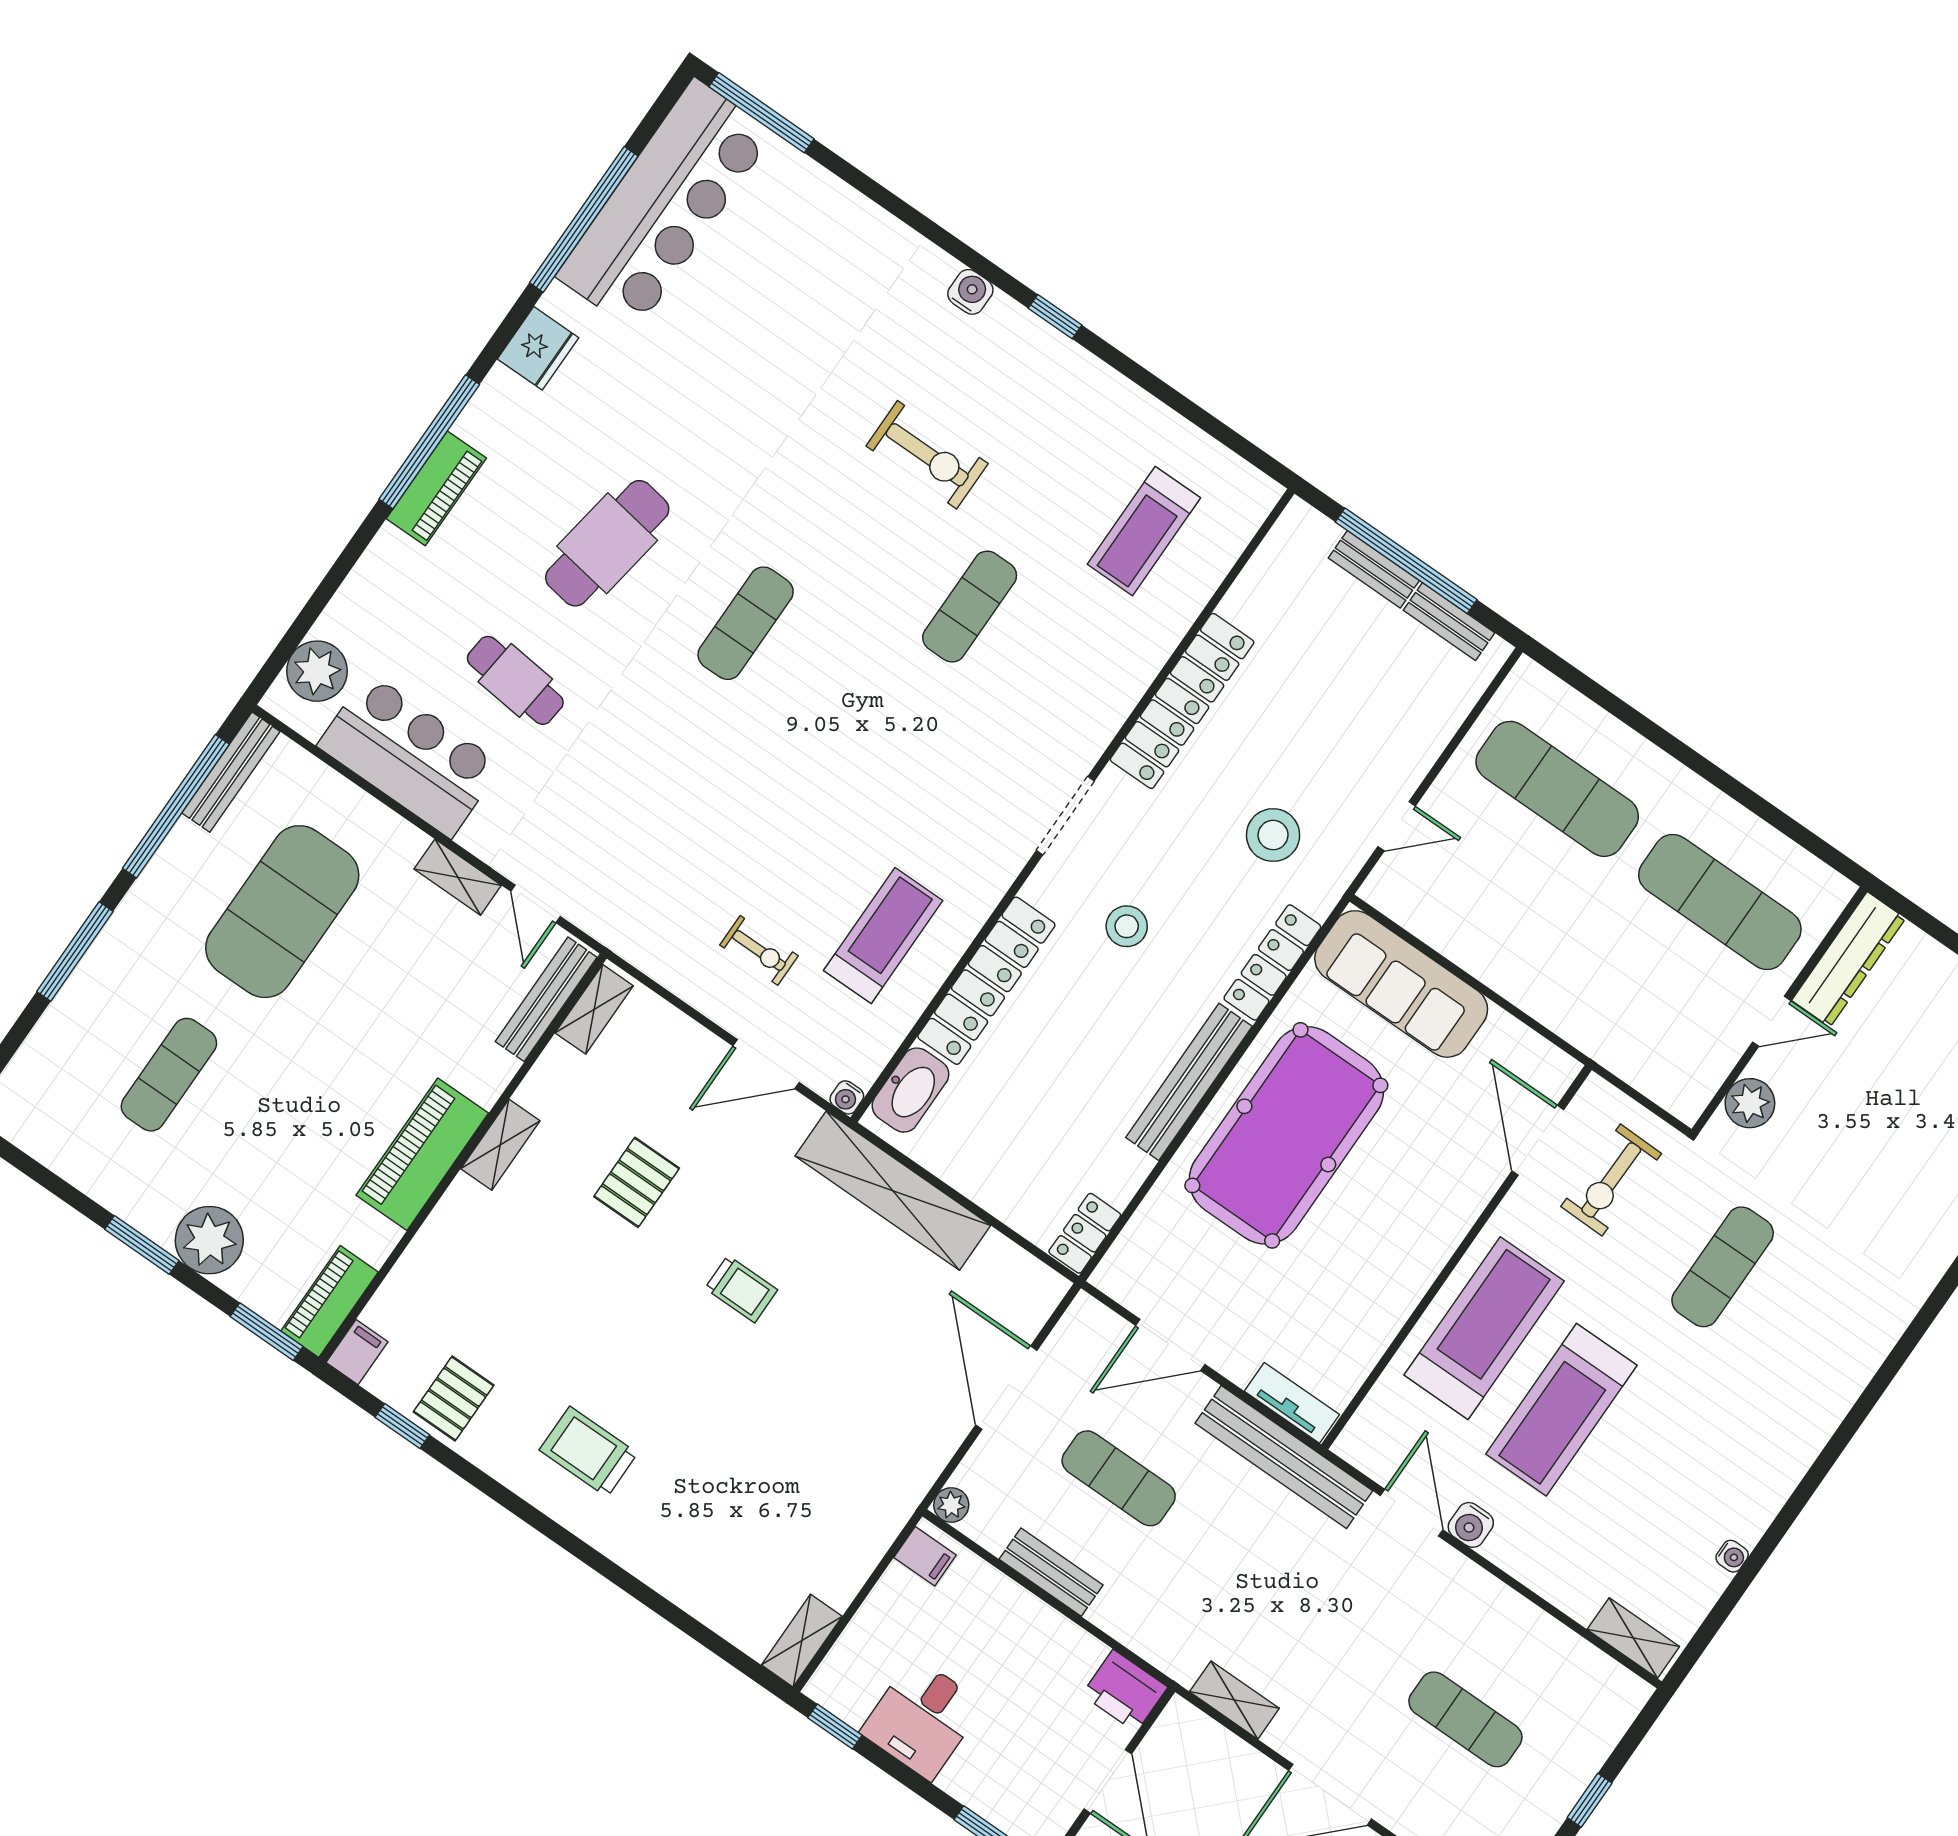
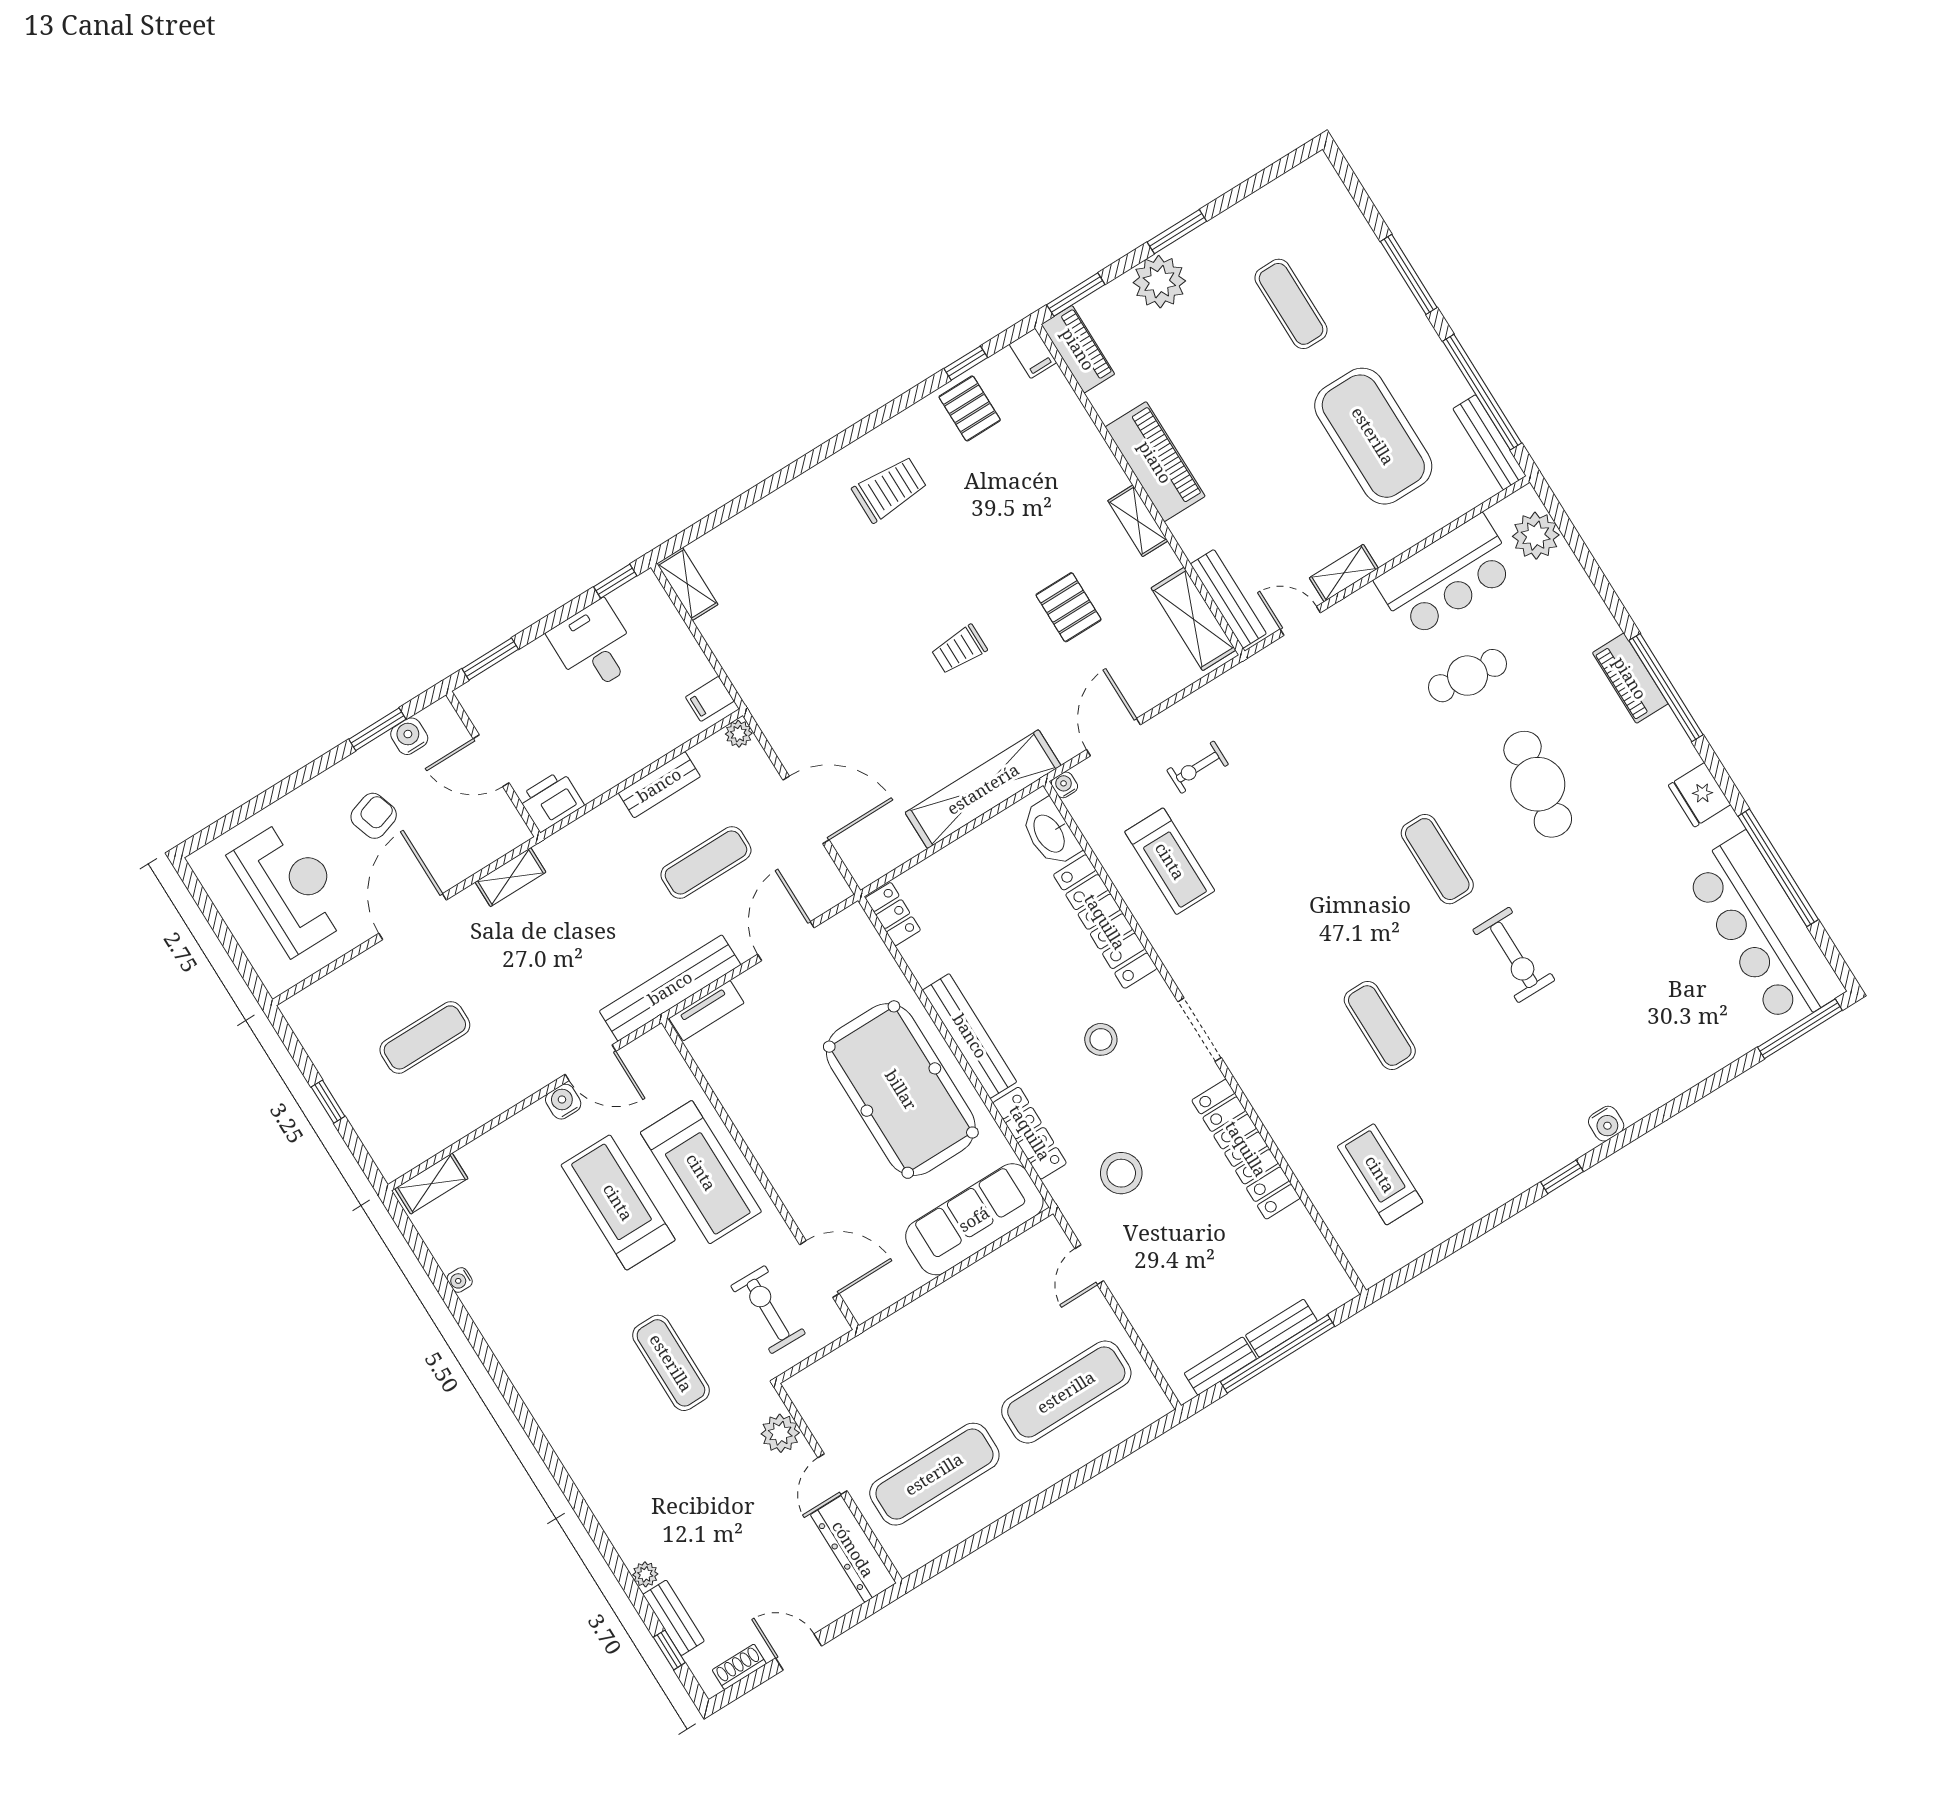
exercise bike: (927, 455) -> (1514, 955), moved, turned -90
shelving: (594, 1009) -> (1193, 619), width x1.50, depth x1.33

